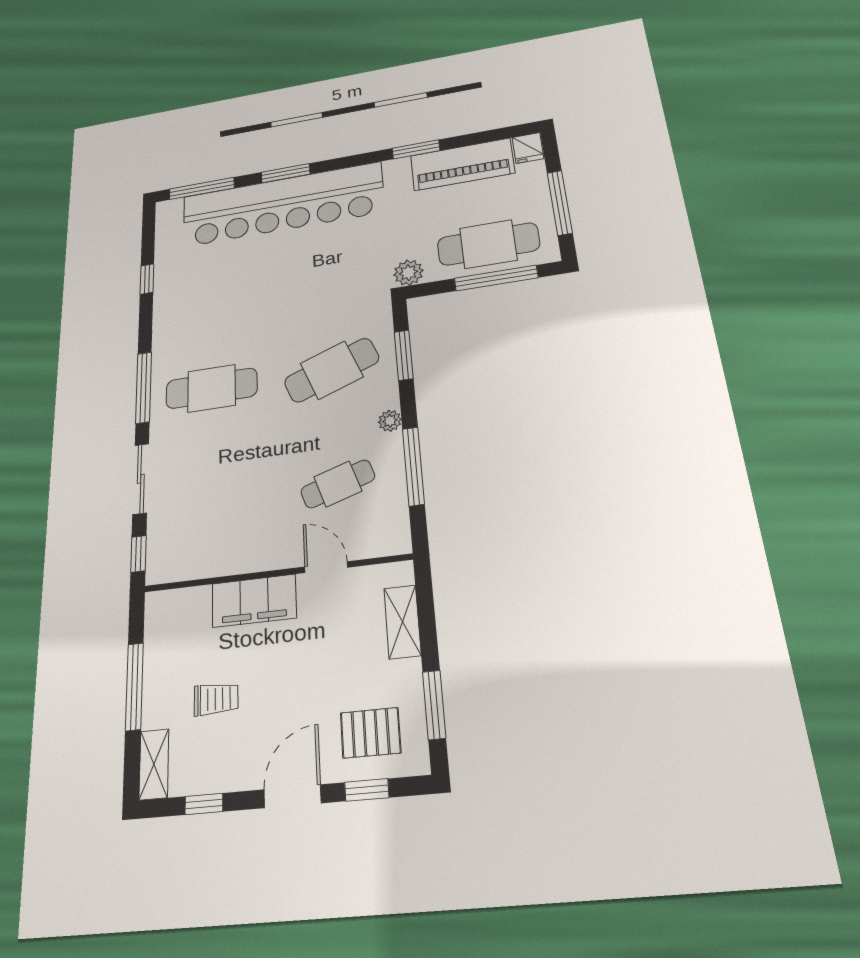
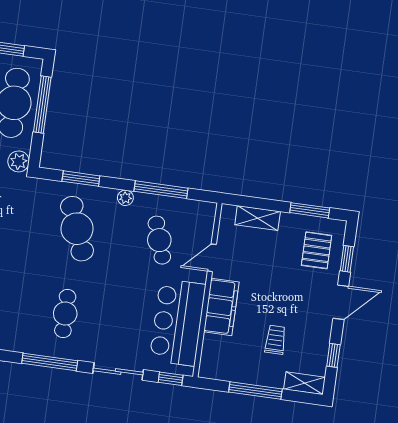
cafe table: (211, 388) -> (65, 314), width x0.73, depth x0.74
bar counter: (221, 542) -> (178, 322), added
door: (292, 796) -> (341, 302), swing flipped

